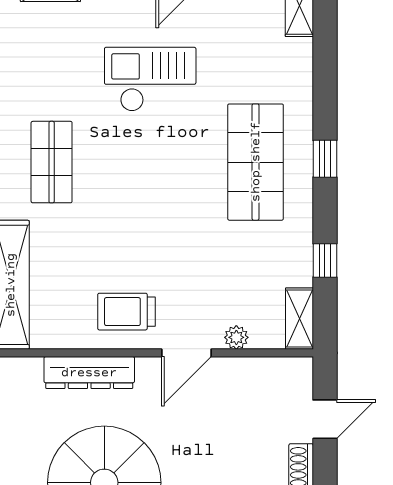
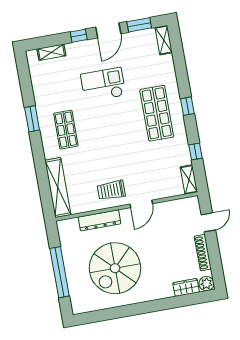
plant: (236, 337) -> (162, 193), removed

